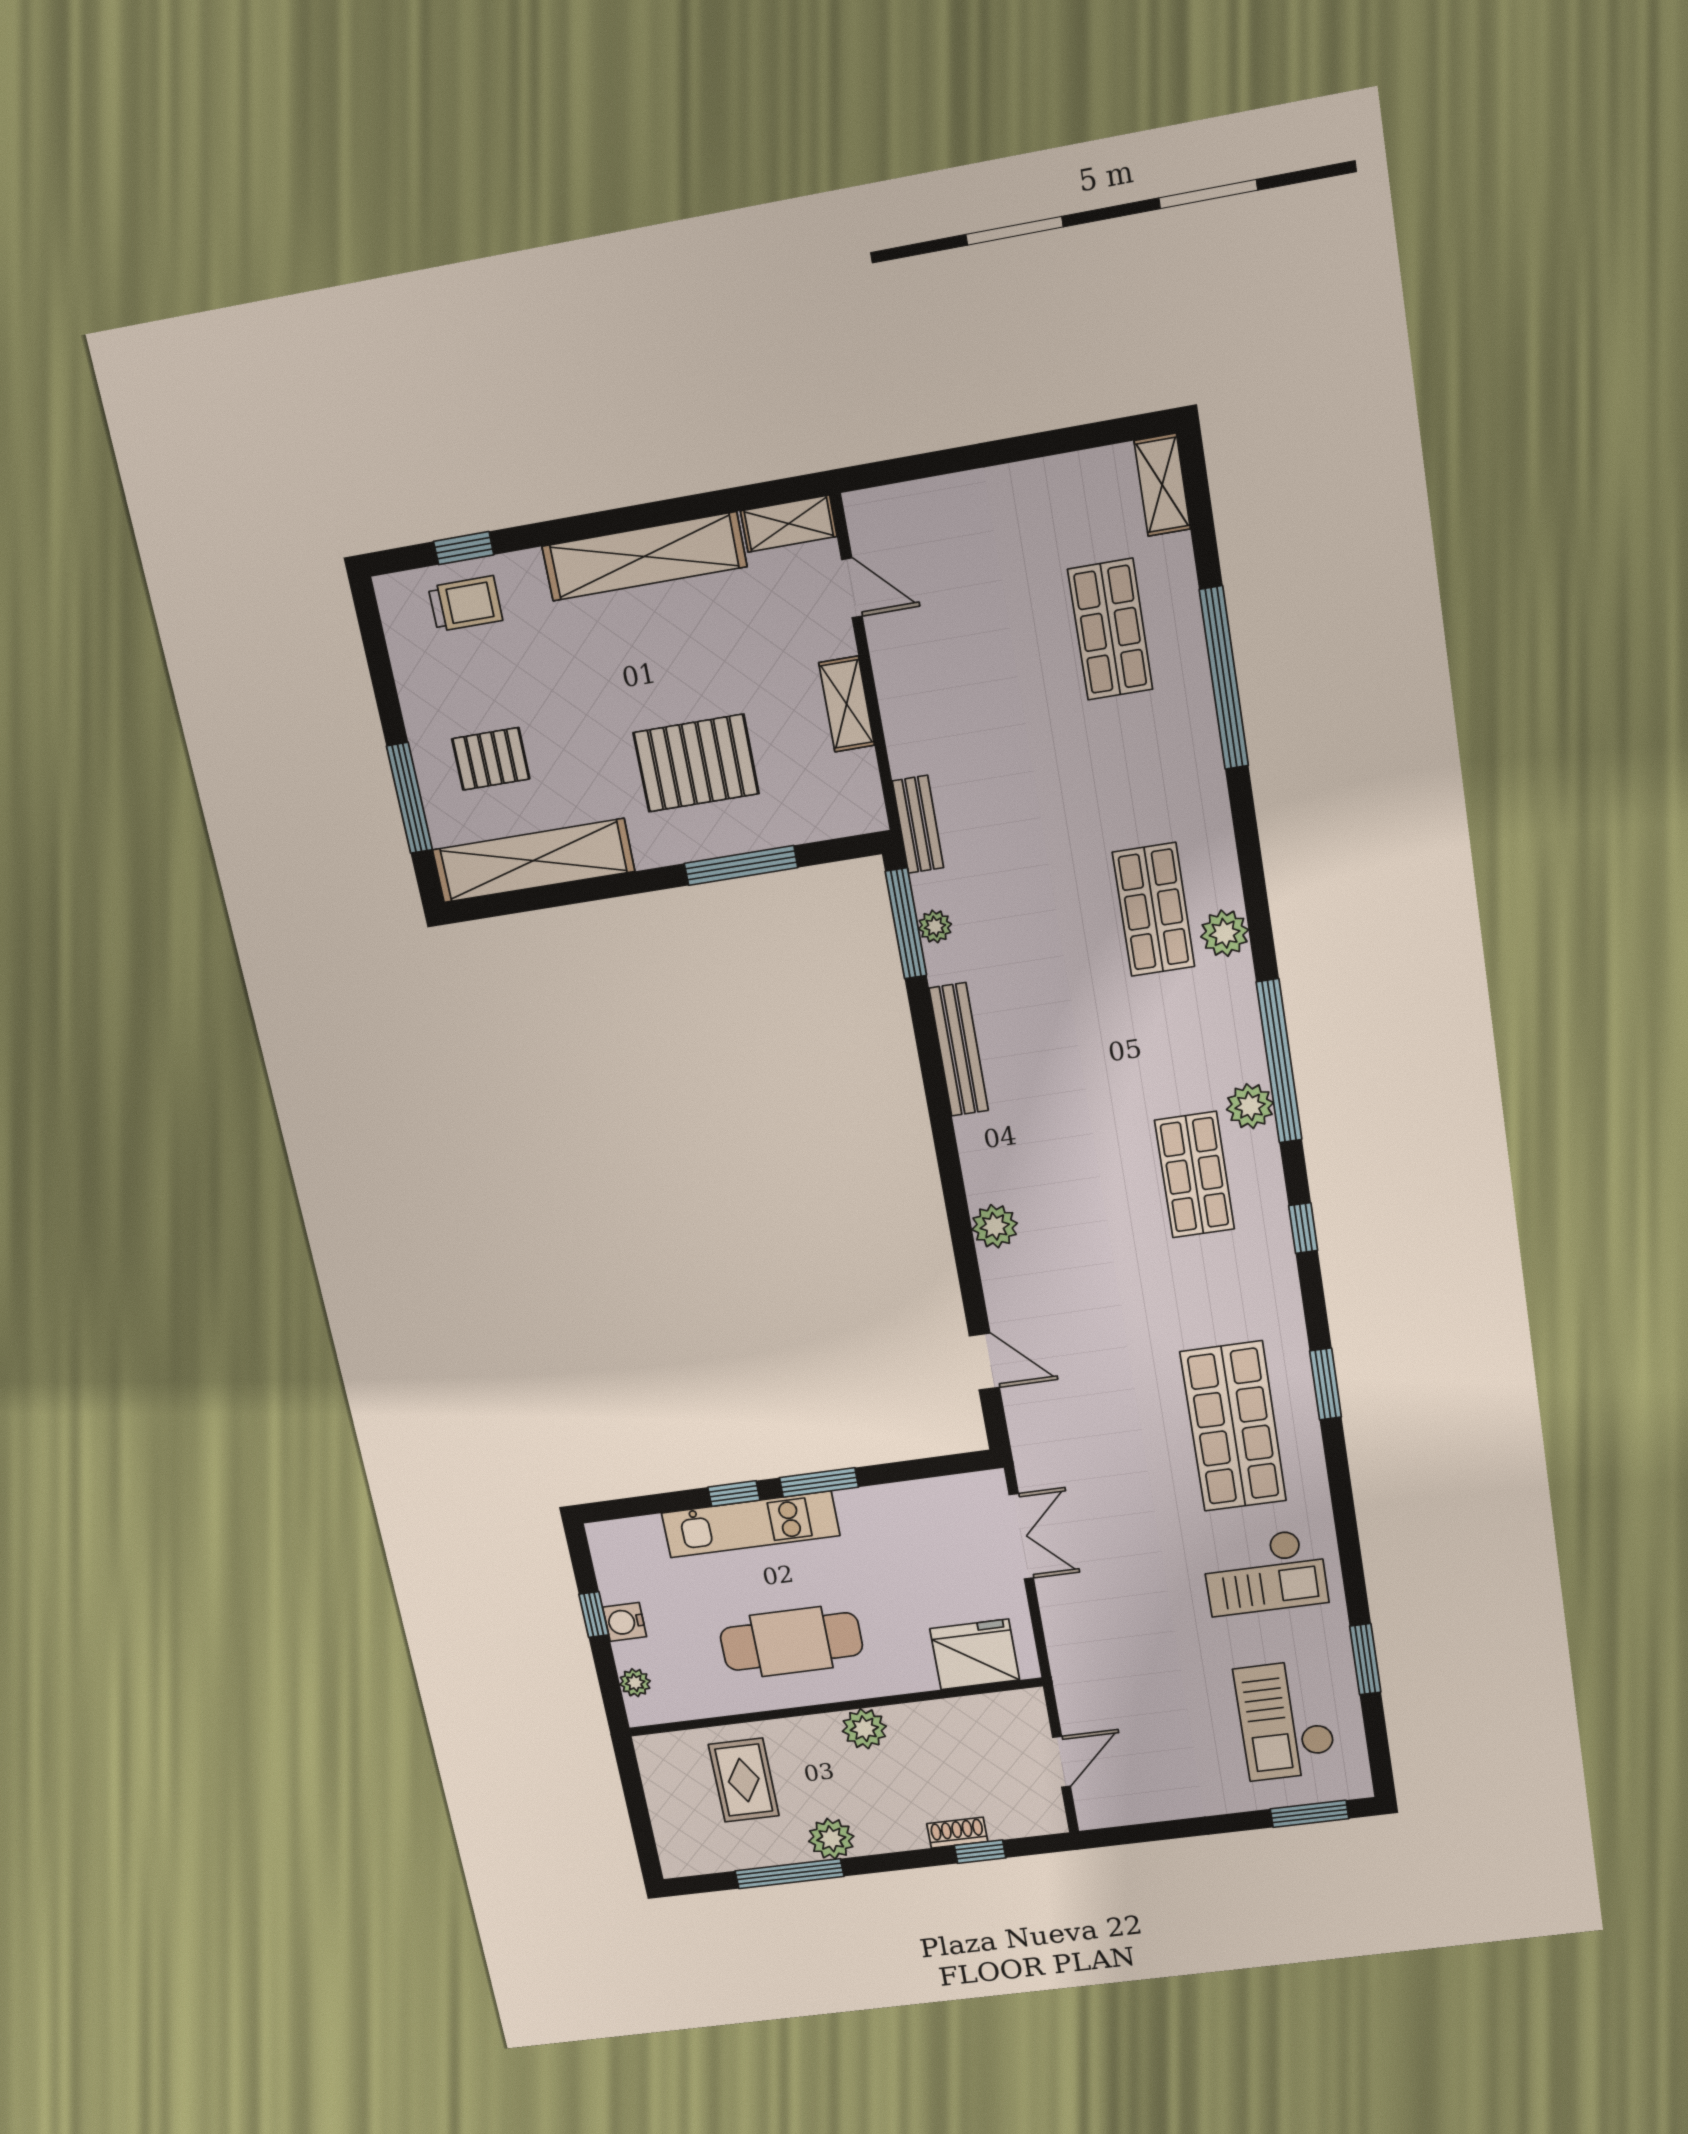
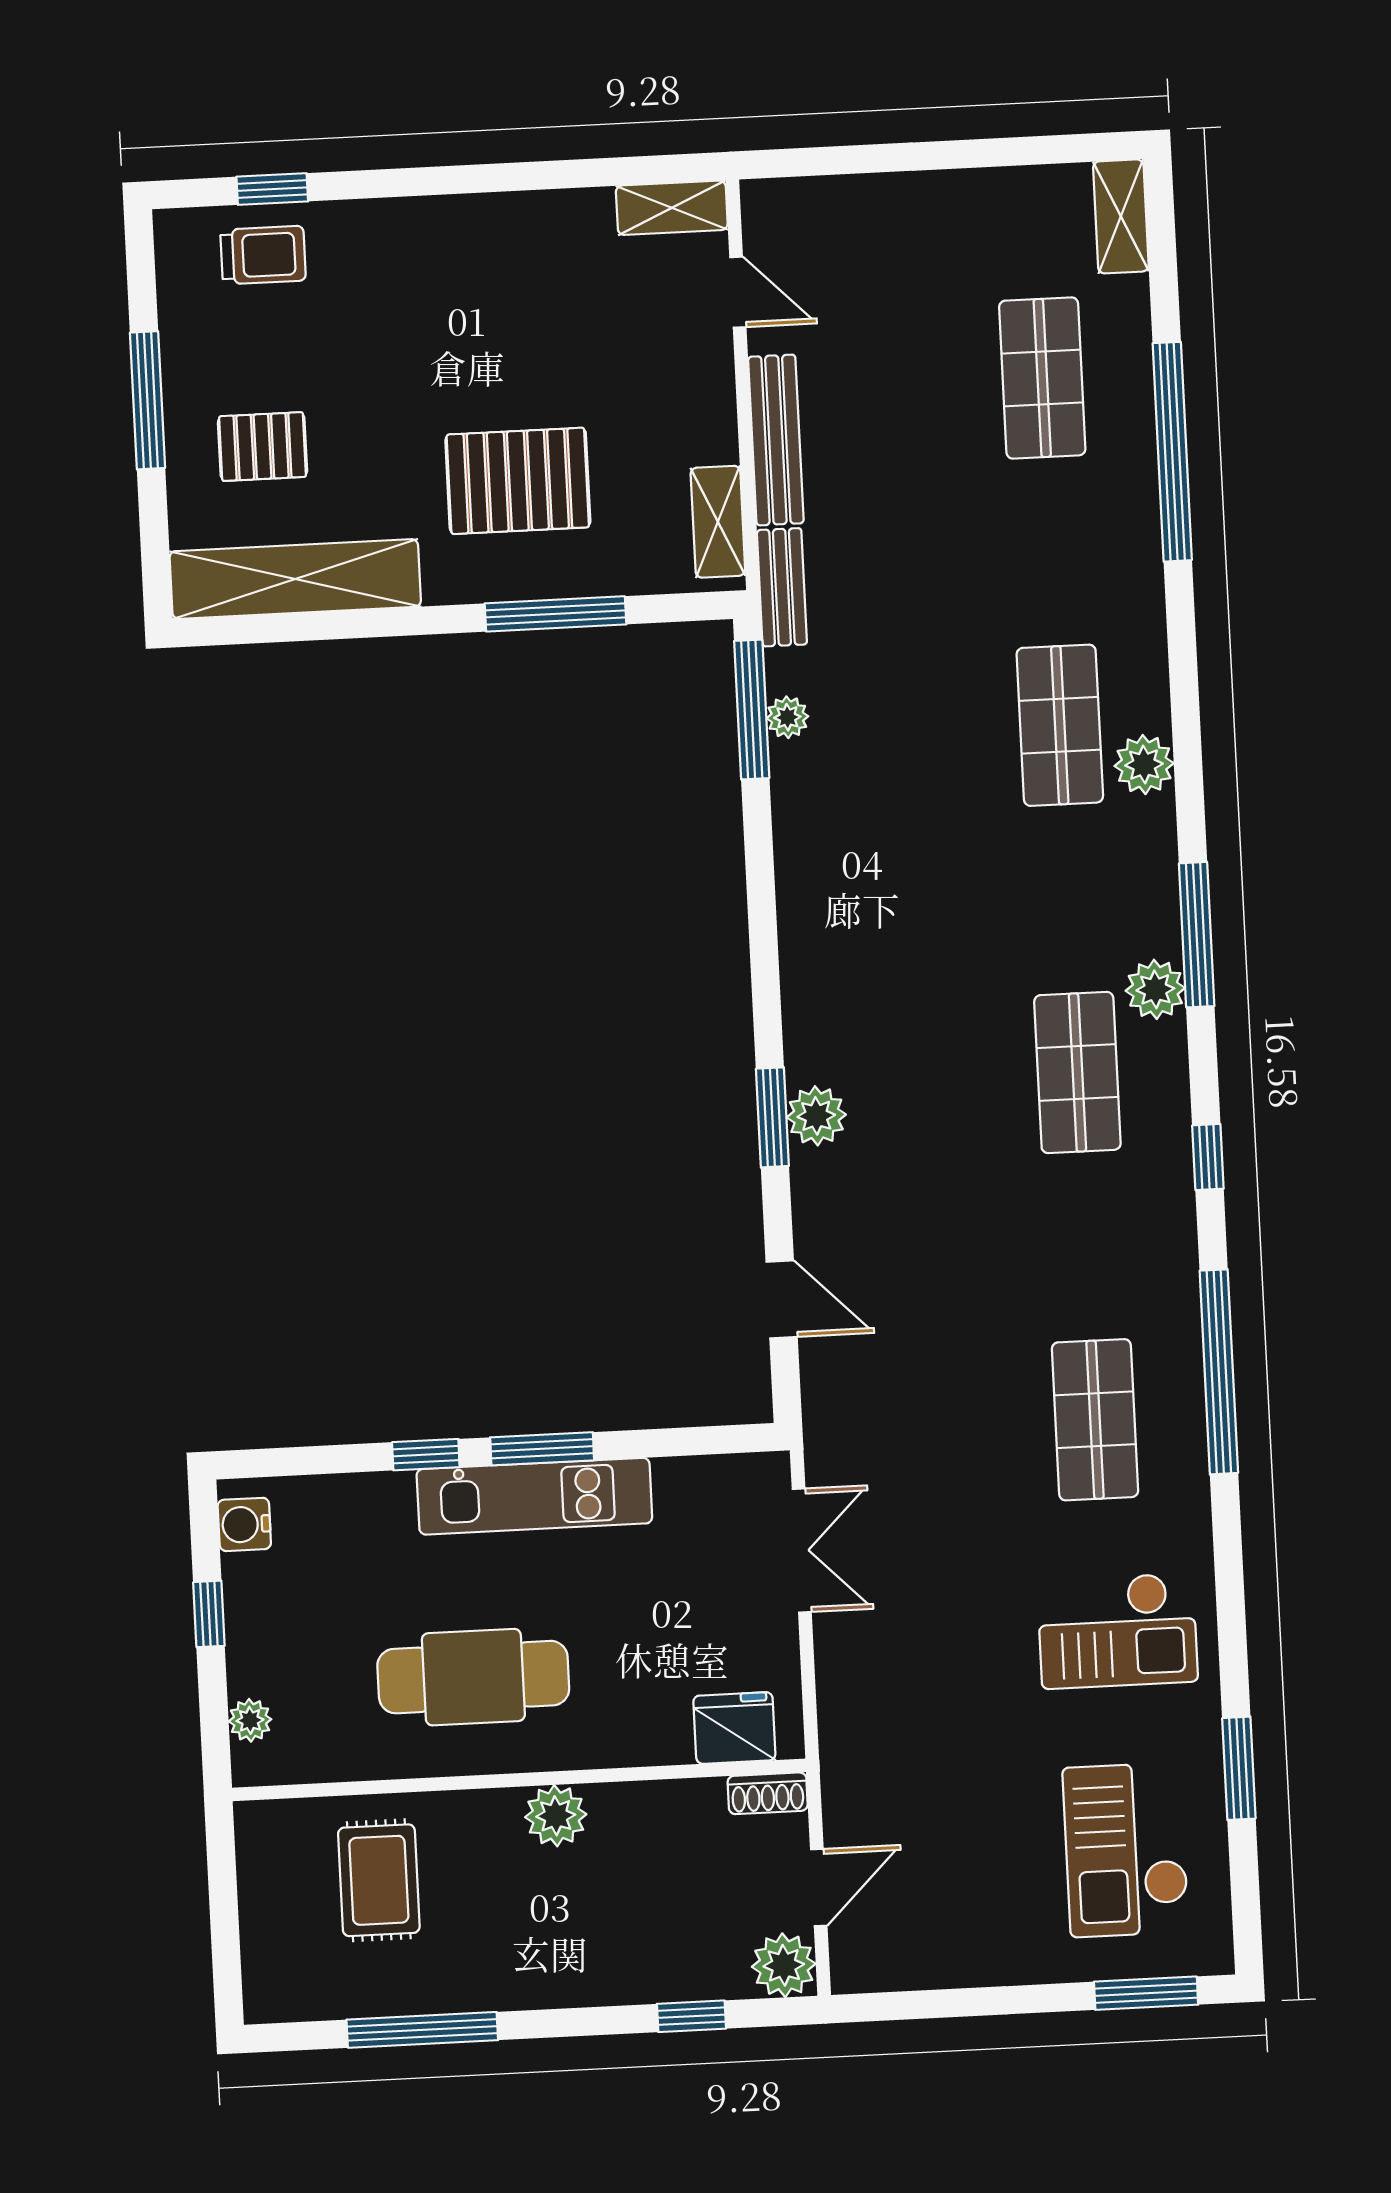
shelving: (644, 556) -> (491, 225), removed
shelving: (847, 704) -> (718, 522), moved
window: (409, 798) -> (147, 400), moved
bench: (959, 1050) -> (776, 440), moved
window: (1279, 1061) -> (1197, 935), width x0.68
window: (961, 1231) -> (772, 1117), added
window: (1326, 1384) -> (1219, 1372), width x2.11
shop shelf: (1233, 1426) -> (1095, 1420), width x0.70, depth x0.74
kitchen unit: (751, 1524) -> (534, 1496), moved
water cooler: (625, 1622) -> (244, 1524), moved
fridge: (975, 1654) -> (734, 1728), width x0.73, depth x0.75
shoe rack: (957, 1833) -> (768, 1793), moved, turned 180
plant: (831, 1839) -> (784, 1965), moved

